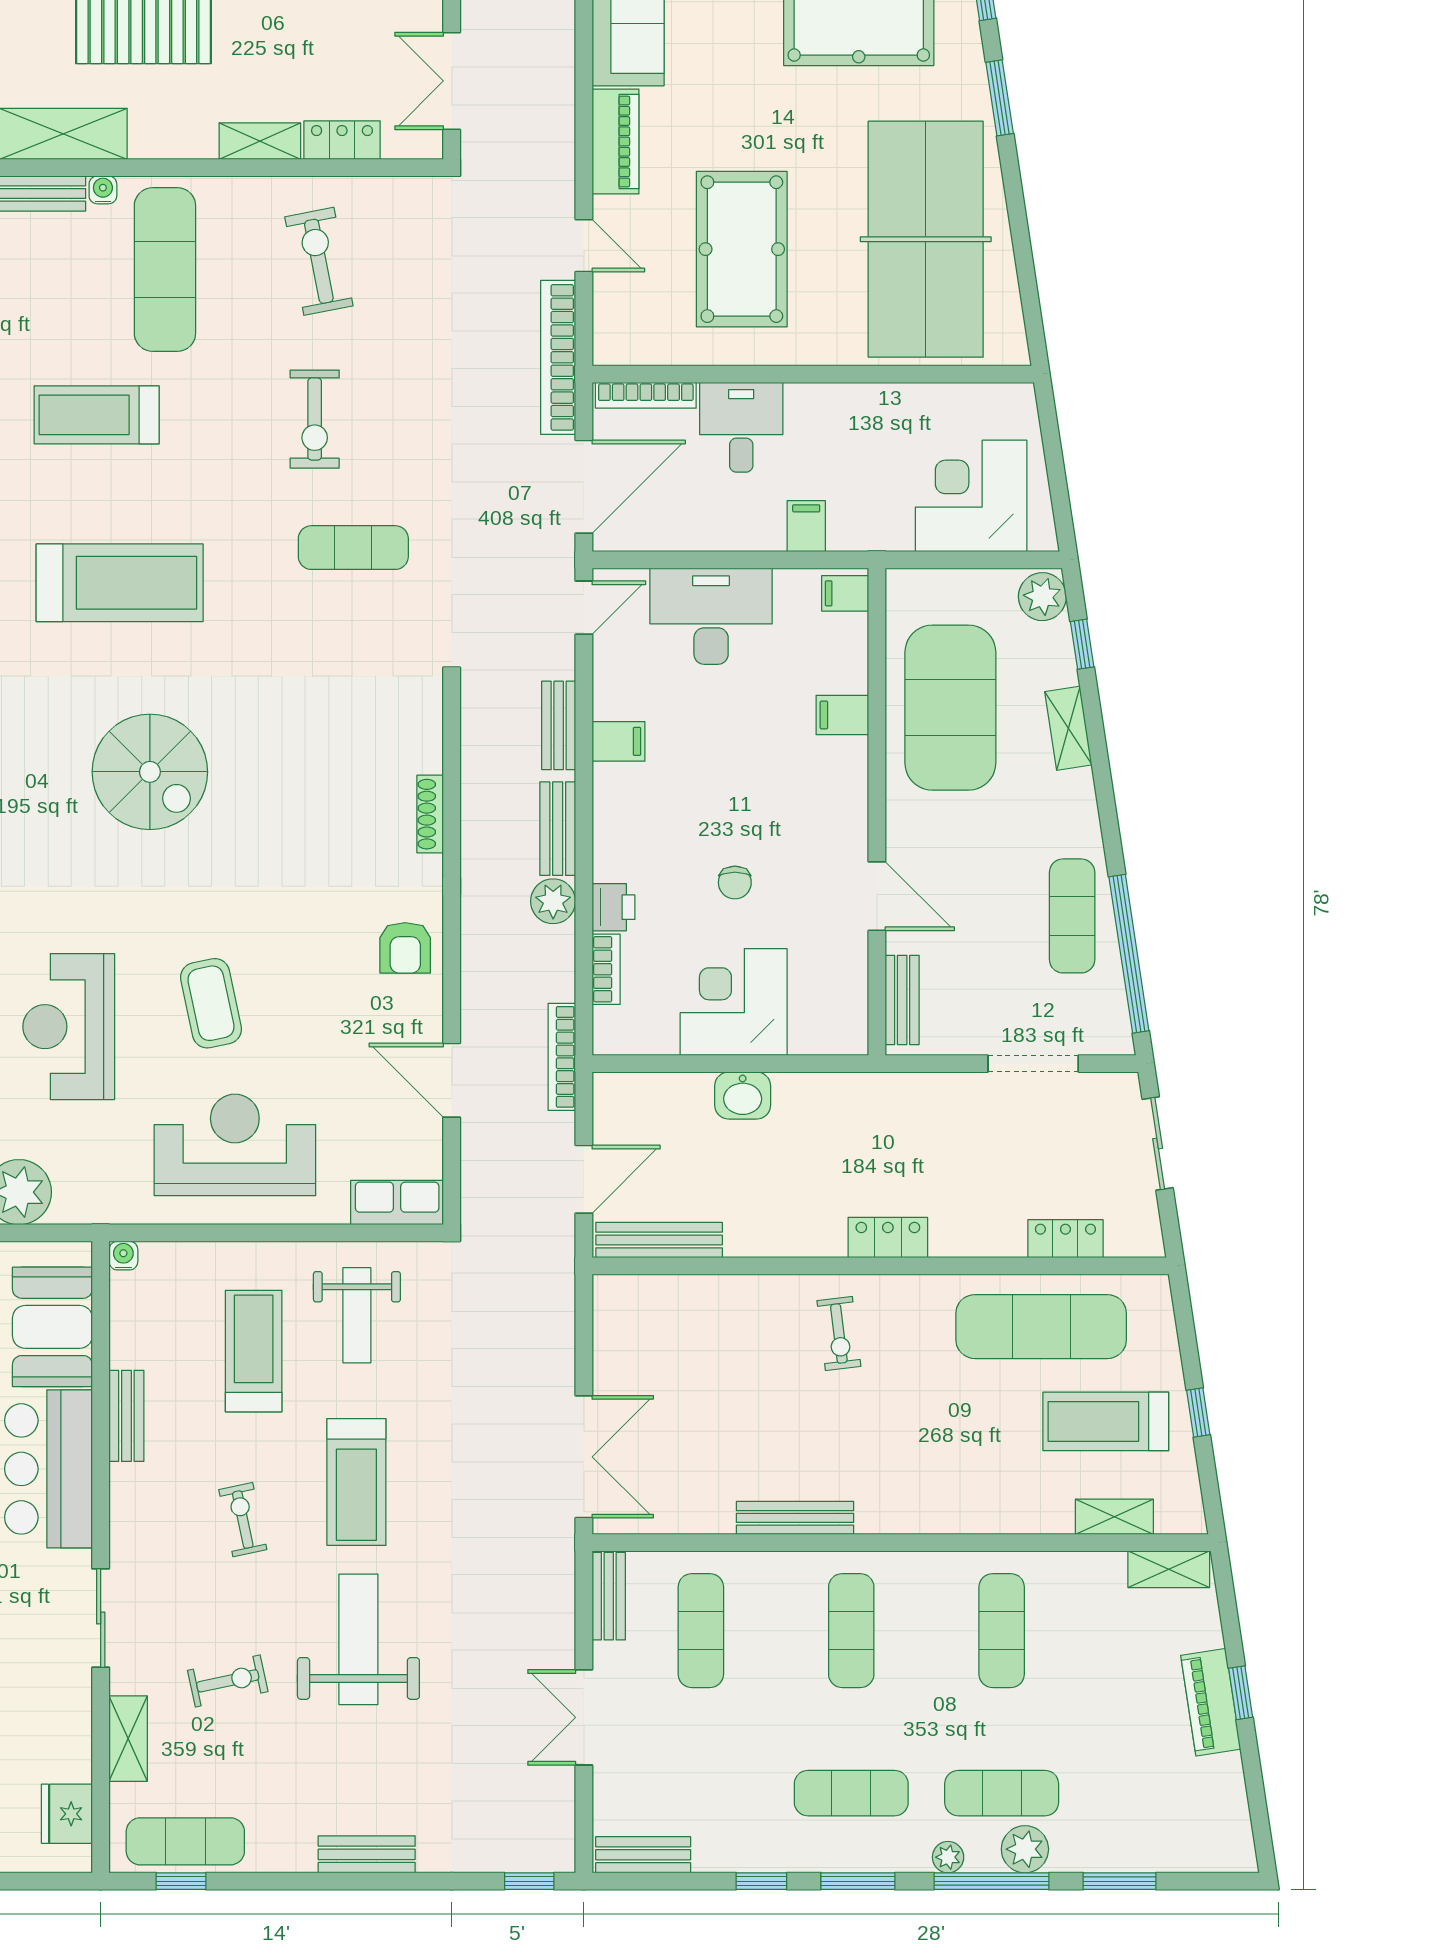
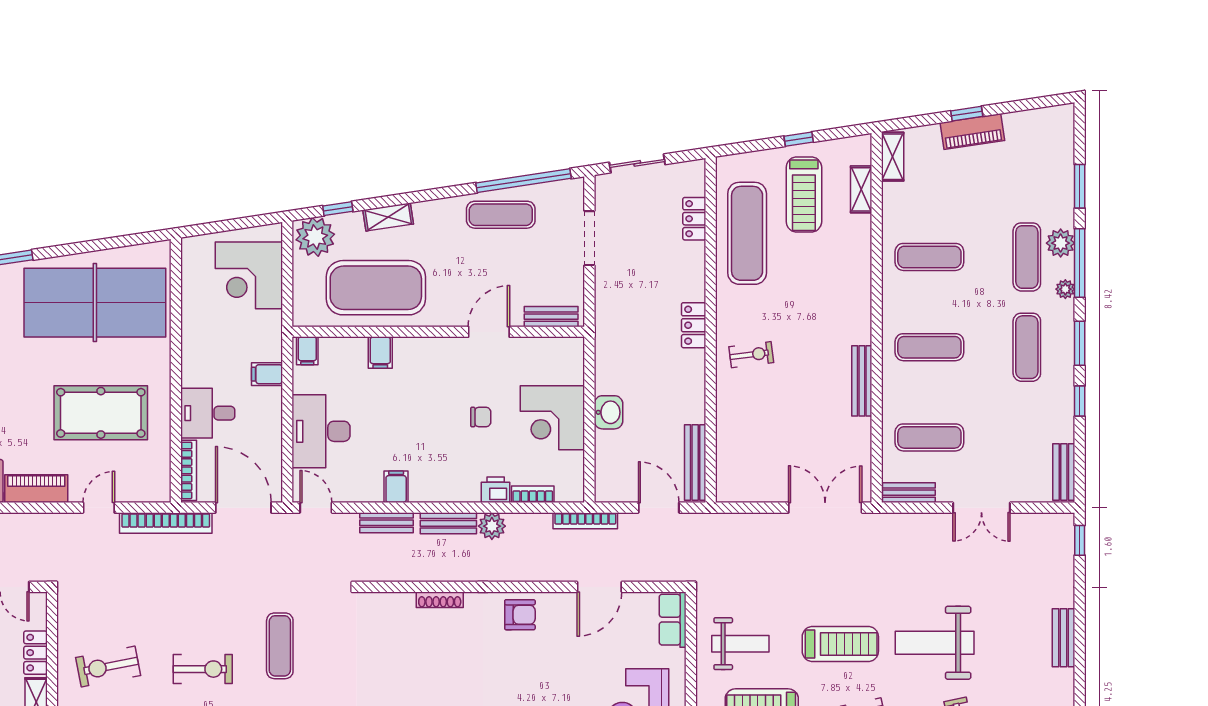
plant: (1042, 597) -> (315, 237), width x1.36, depth x1.36

